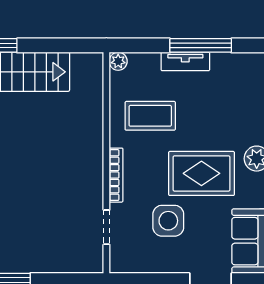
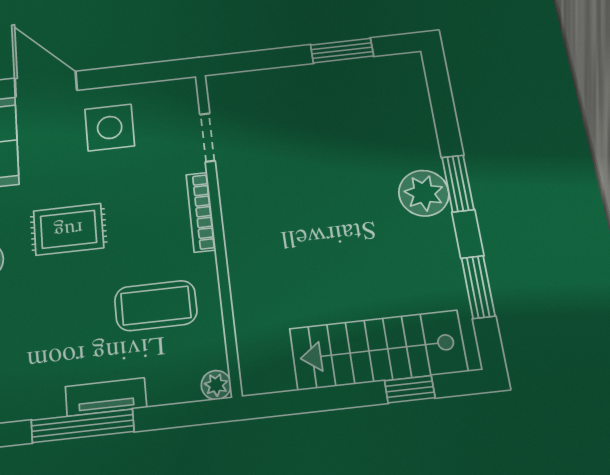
rug: (201, 173) -> (68, 229), width x0.73, depth x0.70
side table: (168, 221) -> (110, 127), moved

